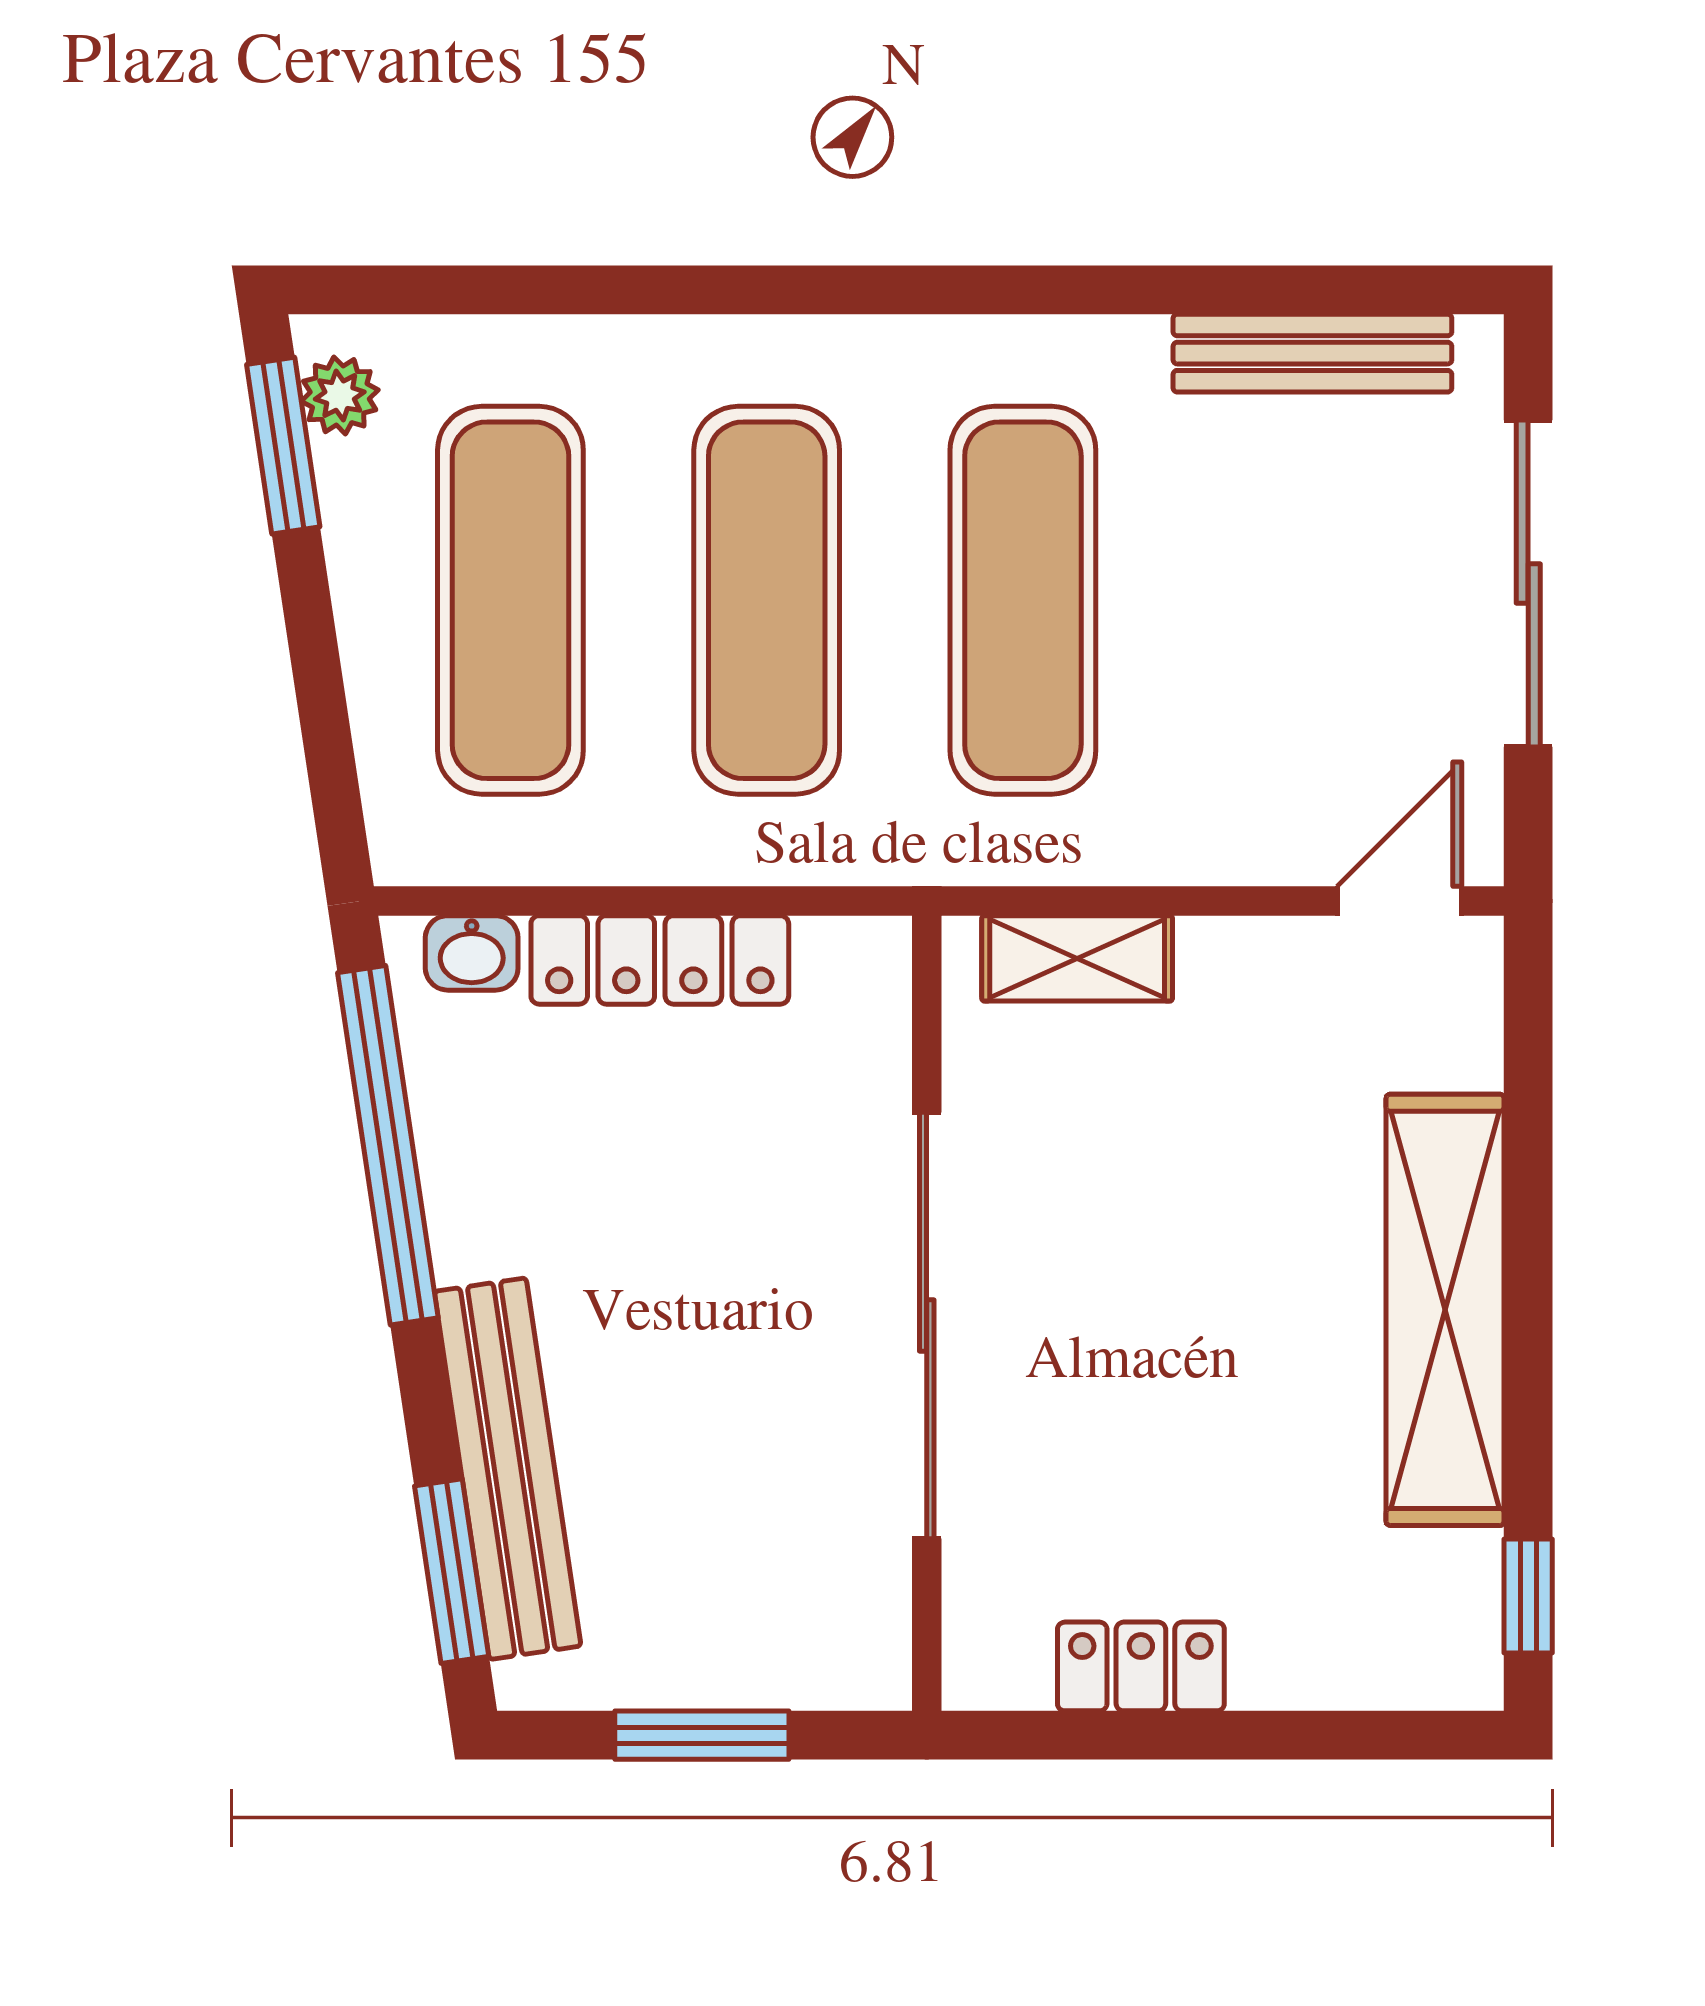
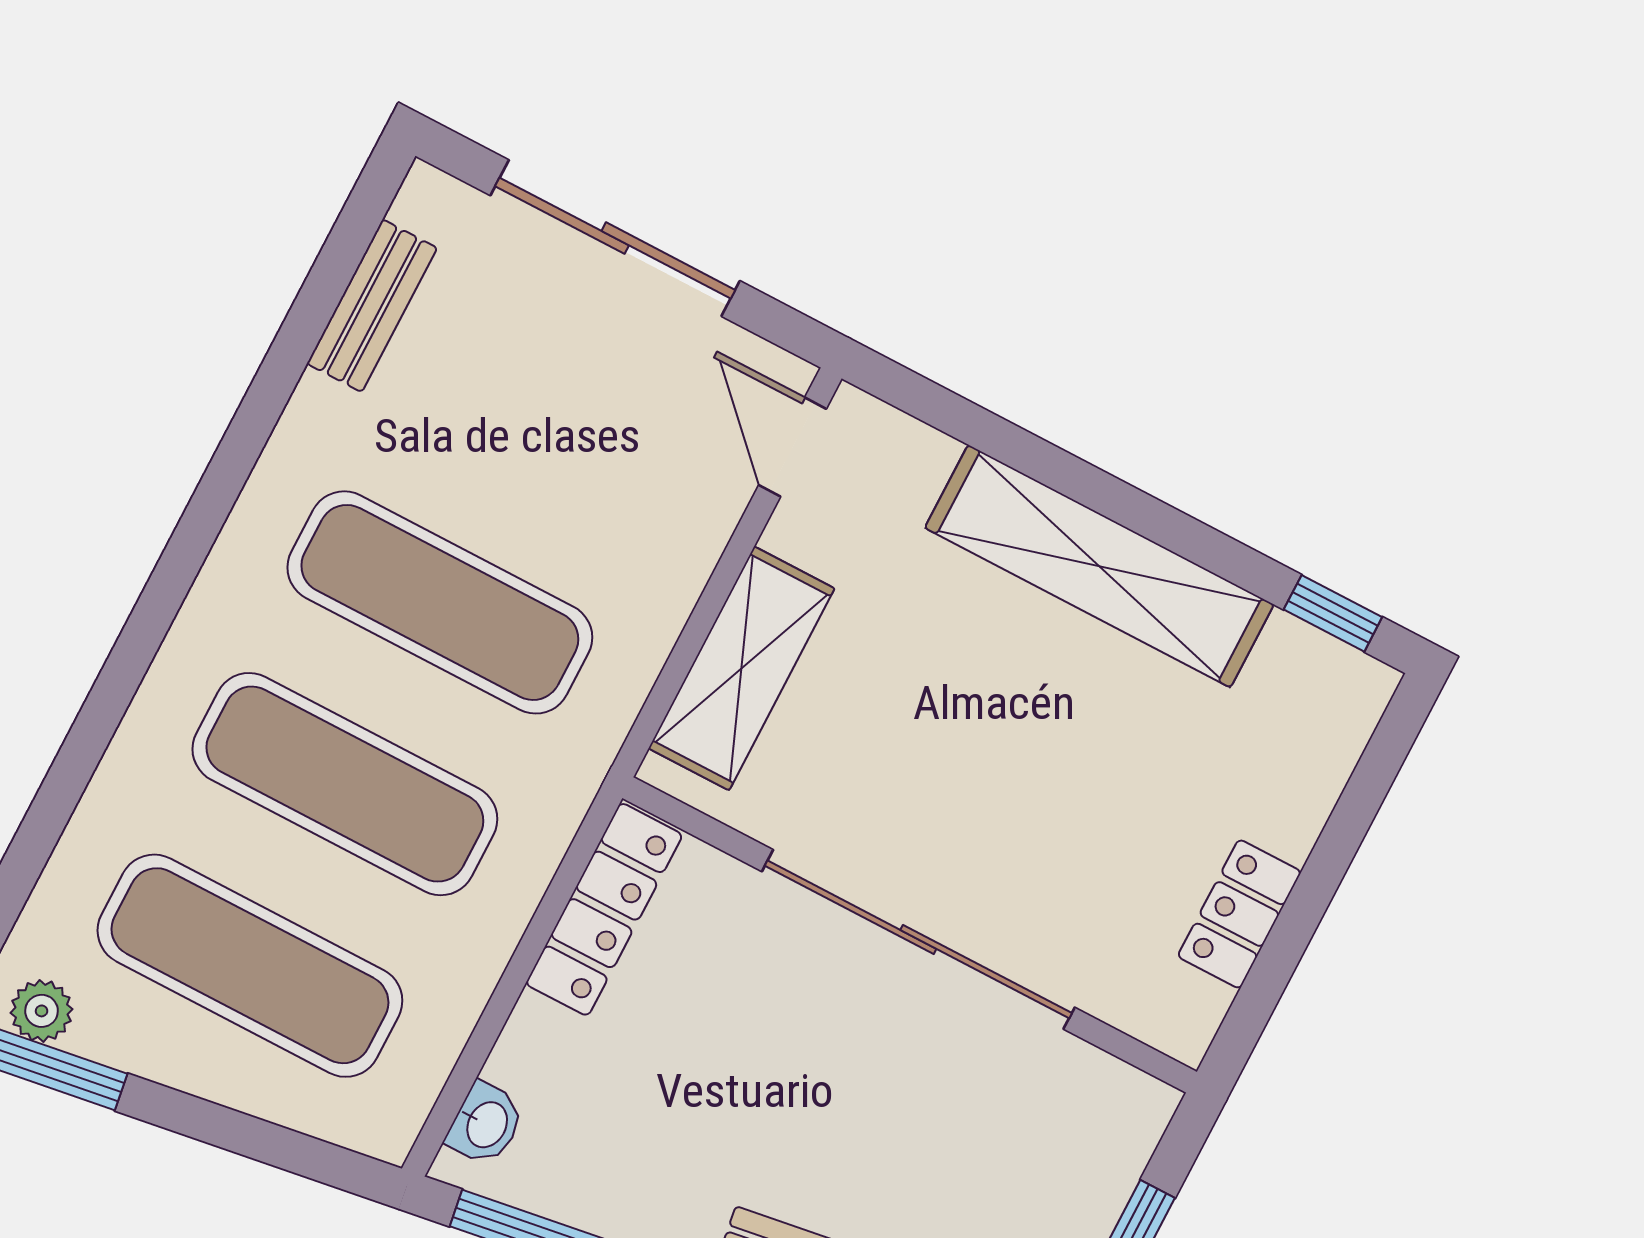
bench: (1312, 353) -> (372, 306), width x0.73
shelving: (1077, 958) -> (742, 668), width x1.50, depth x1.33
locker: (660, 960) -> (604, 909), moved

